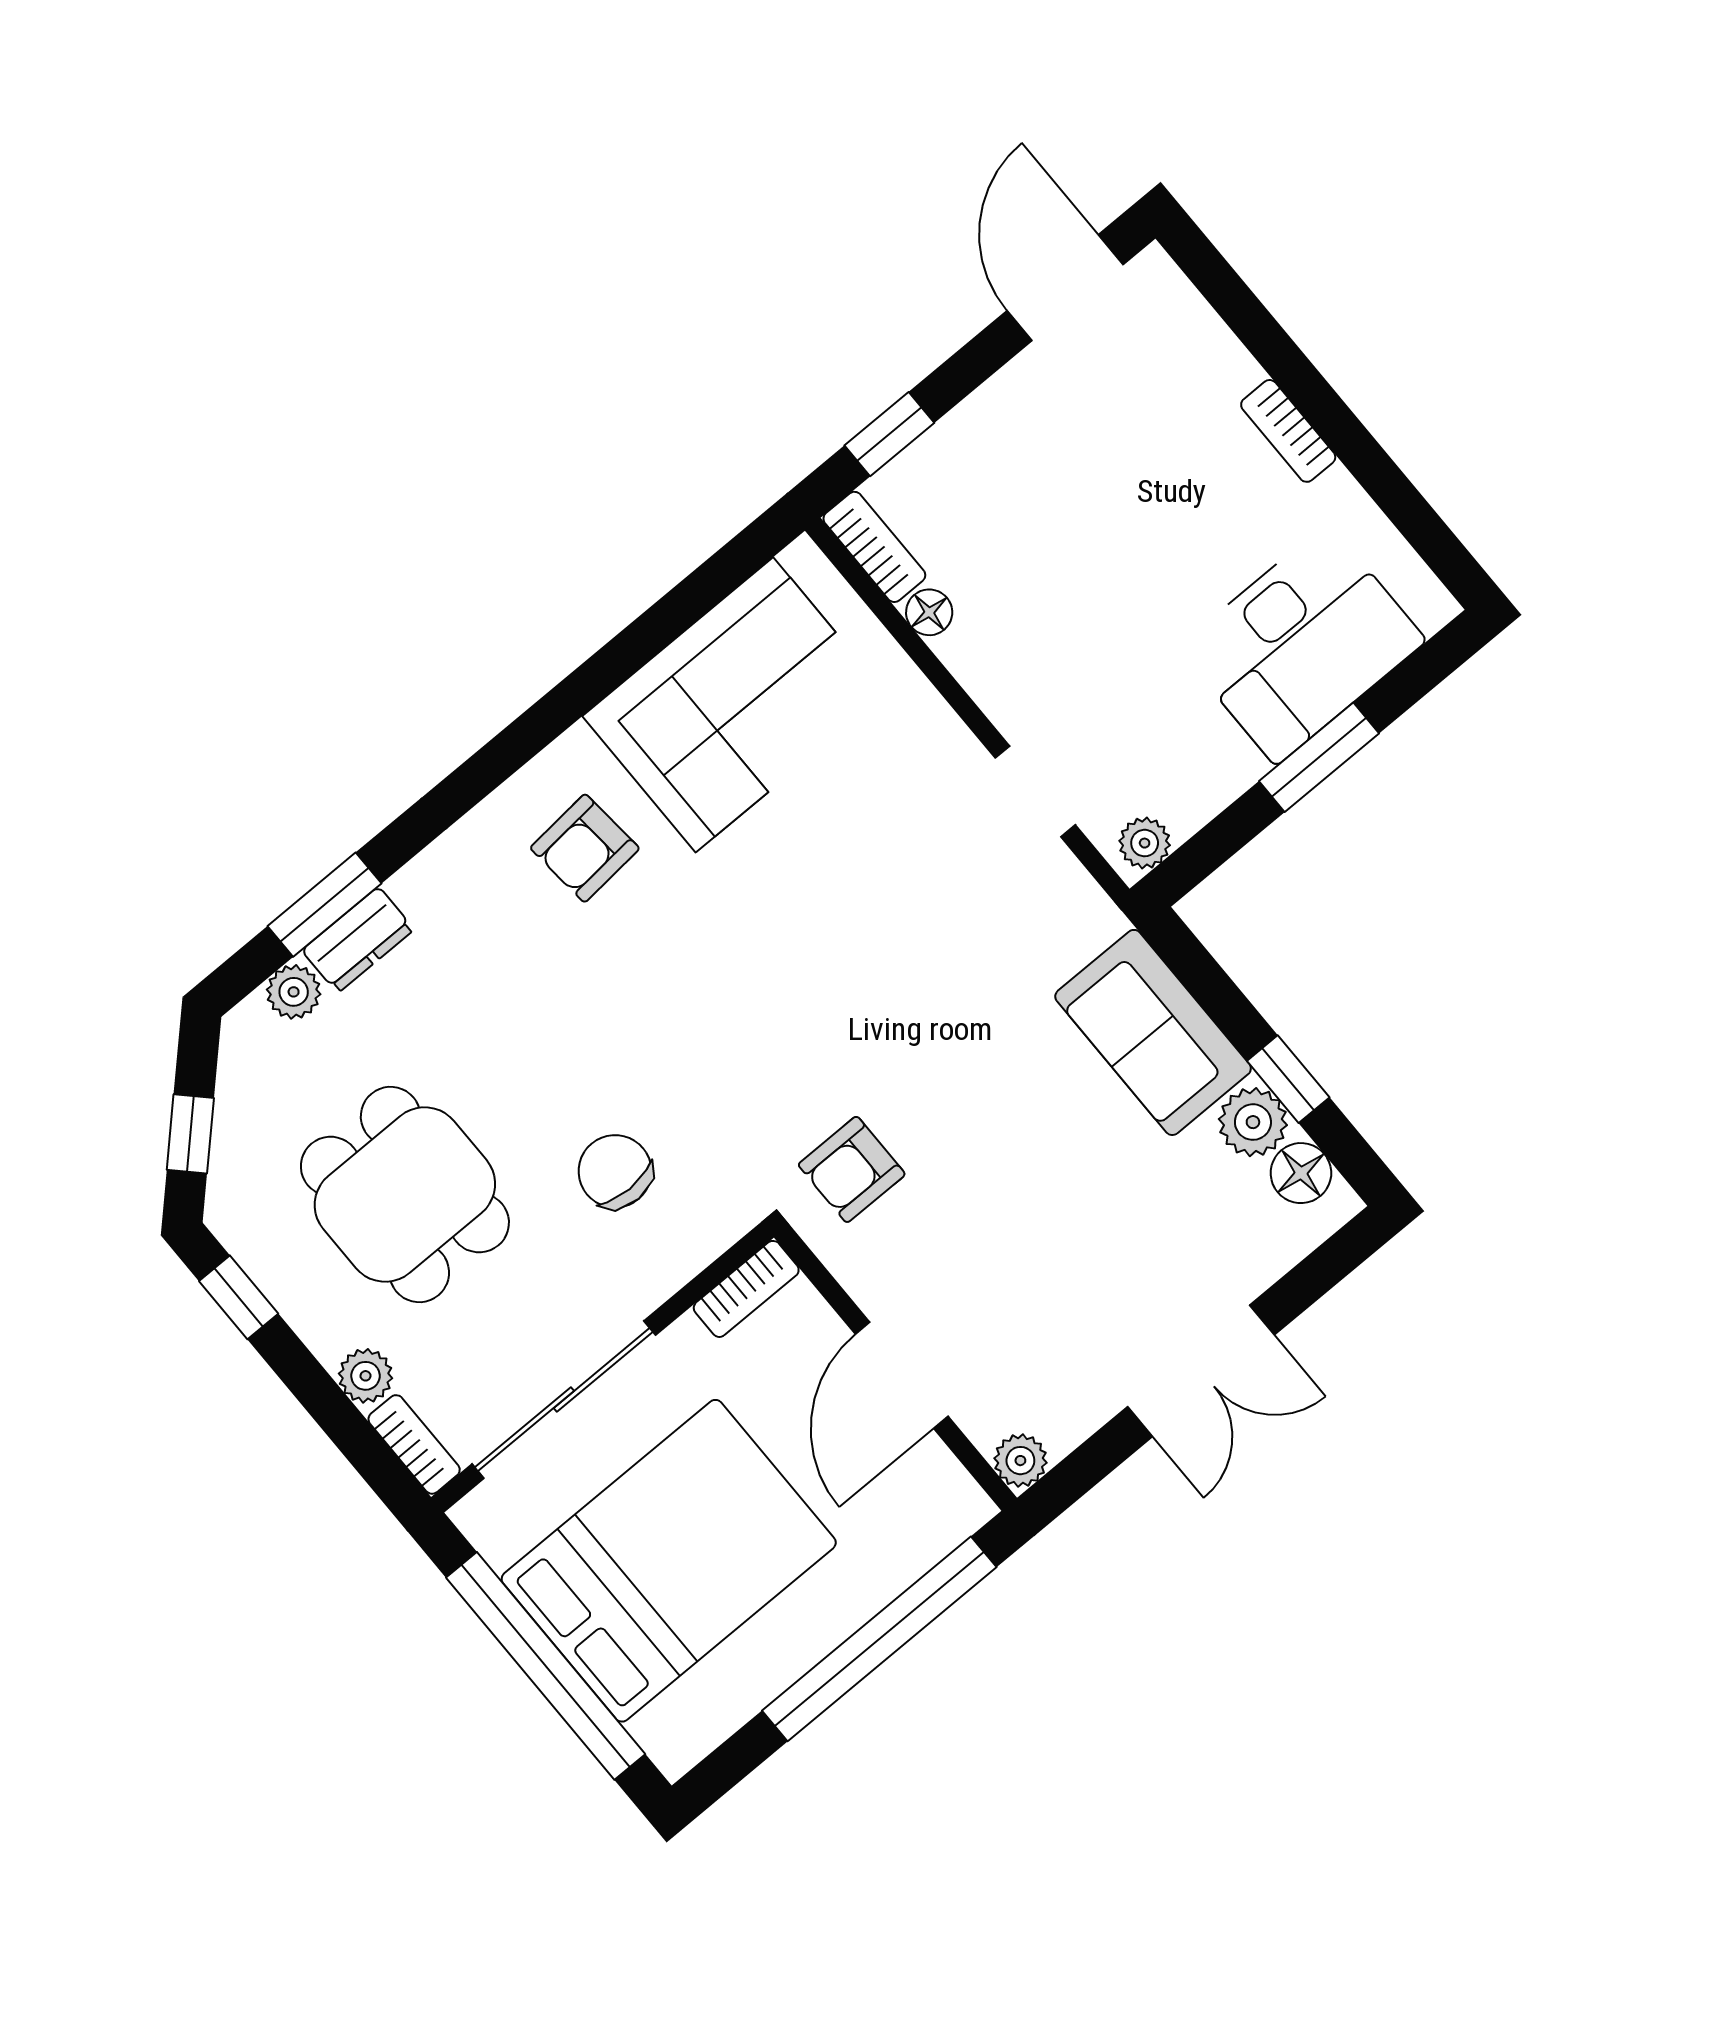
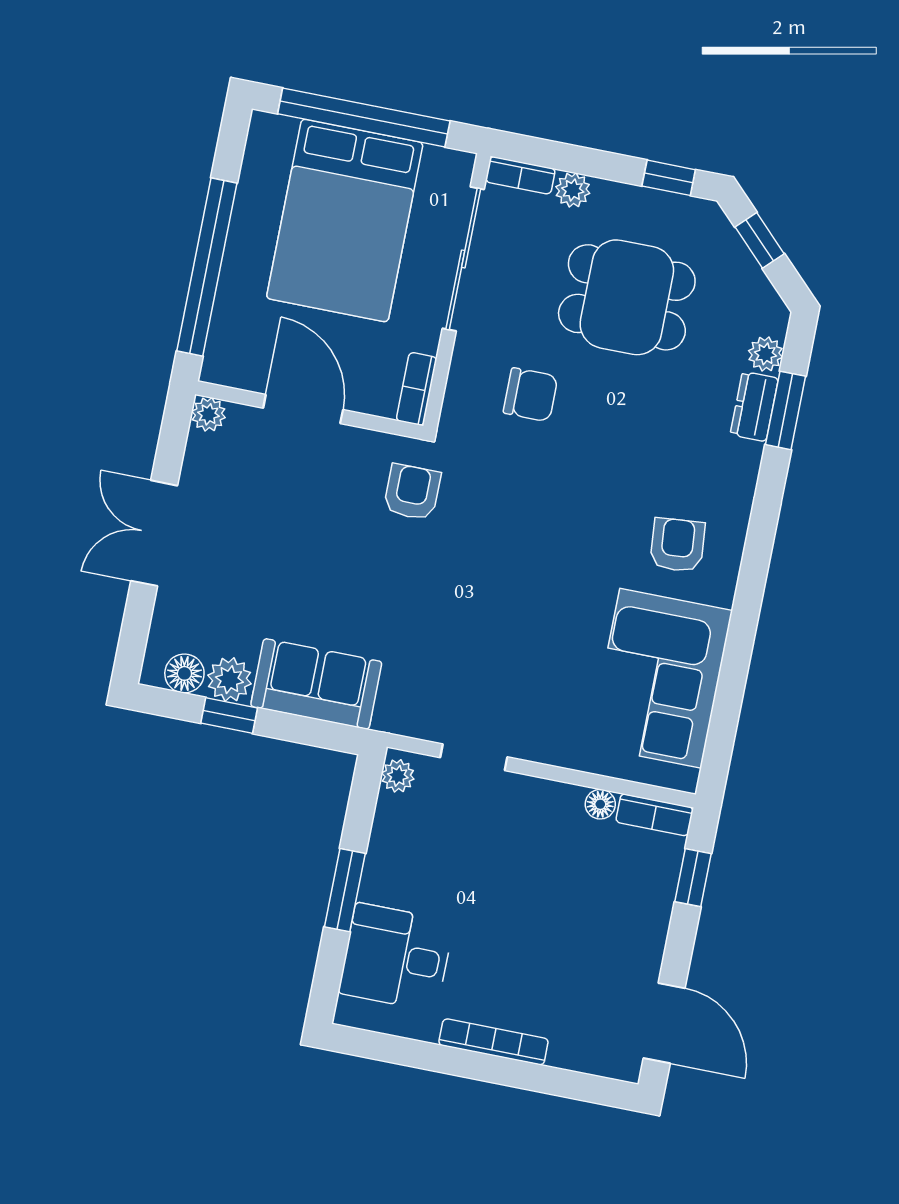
bookcase: (1288, 431) -> (493, 1042), width x1.56
desk: (1302, 644) -> (396, 957), width x0.73

